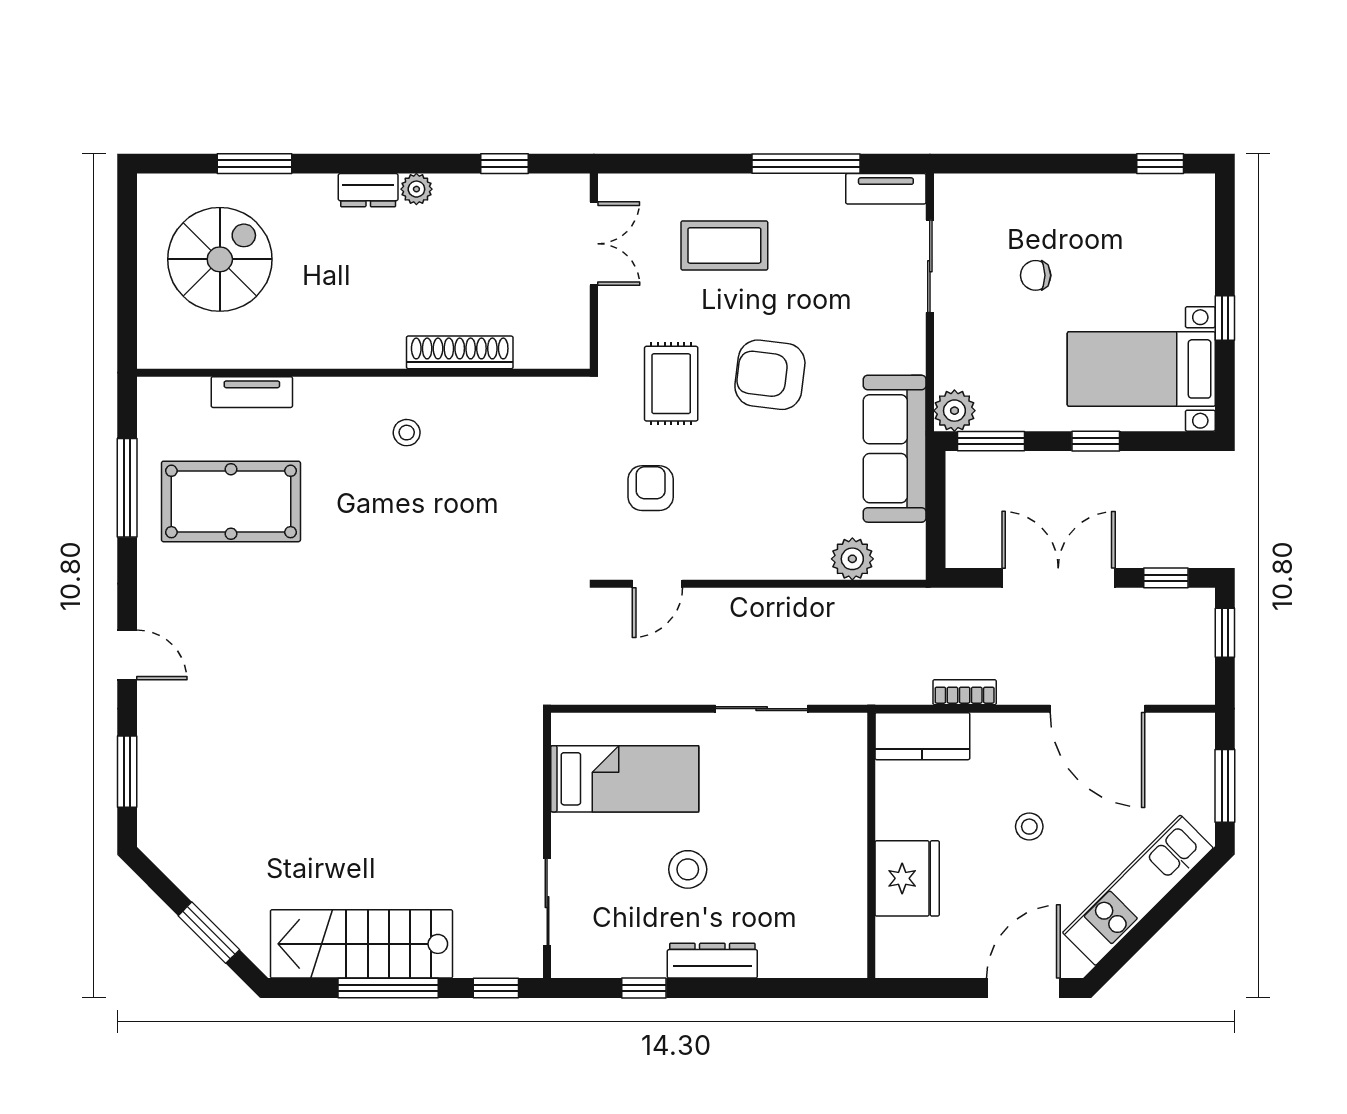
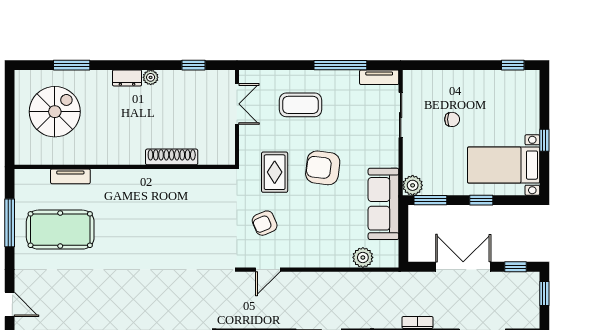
chair: (1036, 275) -> (452, 119), turned 180
stool: (407, 433) -> (146, 196), removed
armchair: (651, 488) -> (265, 223), turned -113

